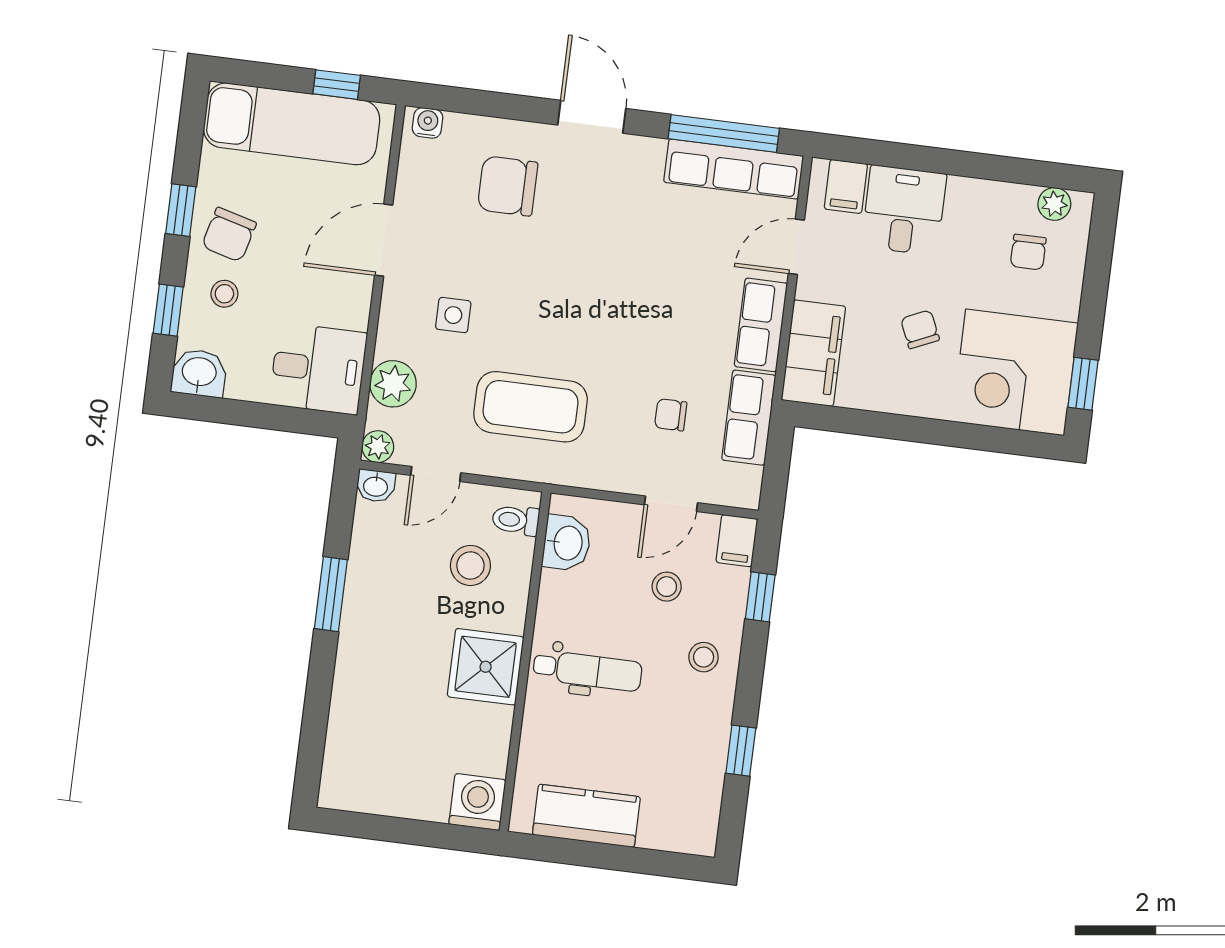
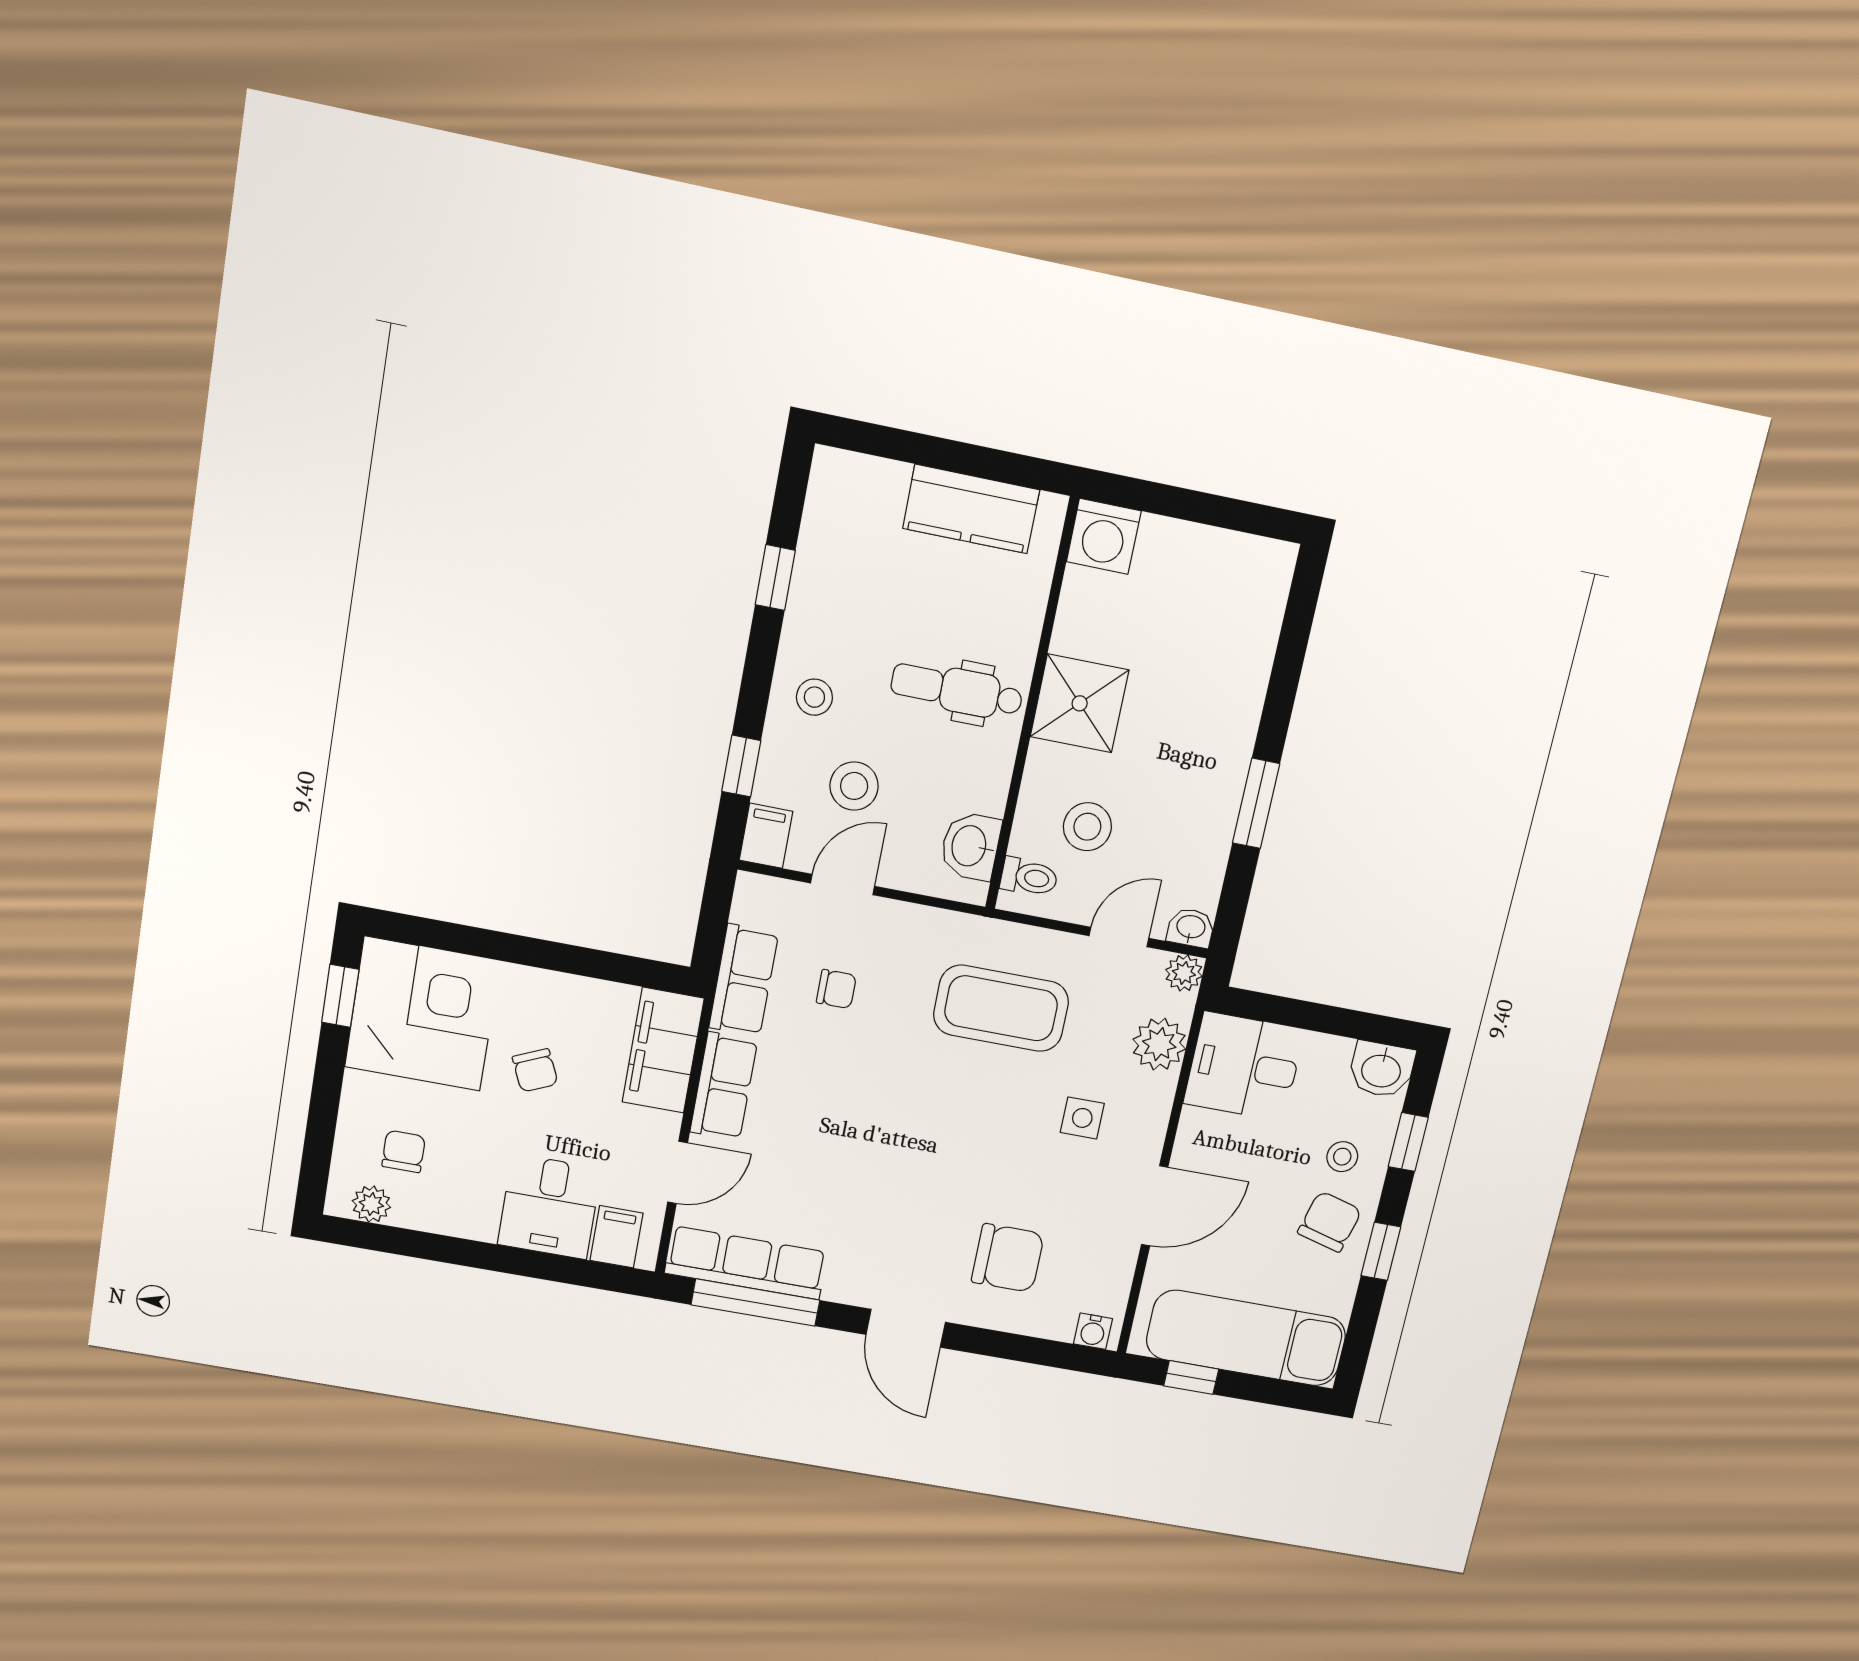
stool: (667, 587) -> (854, 786), width x1.37, depth x1.37

